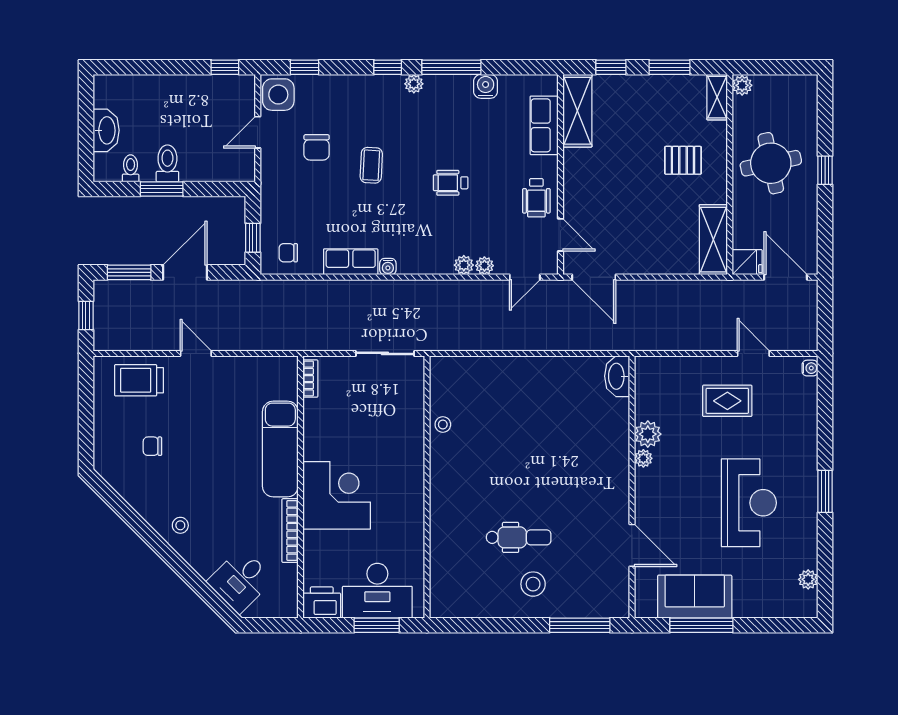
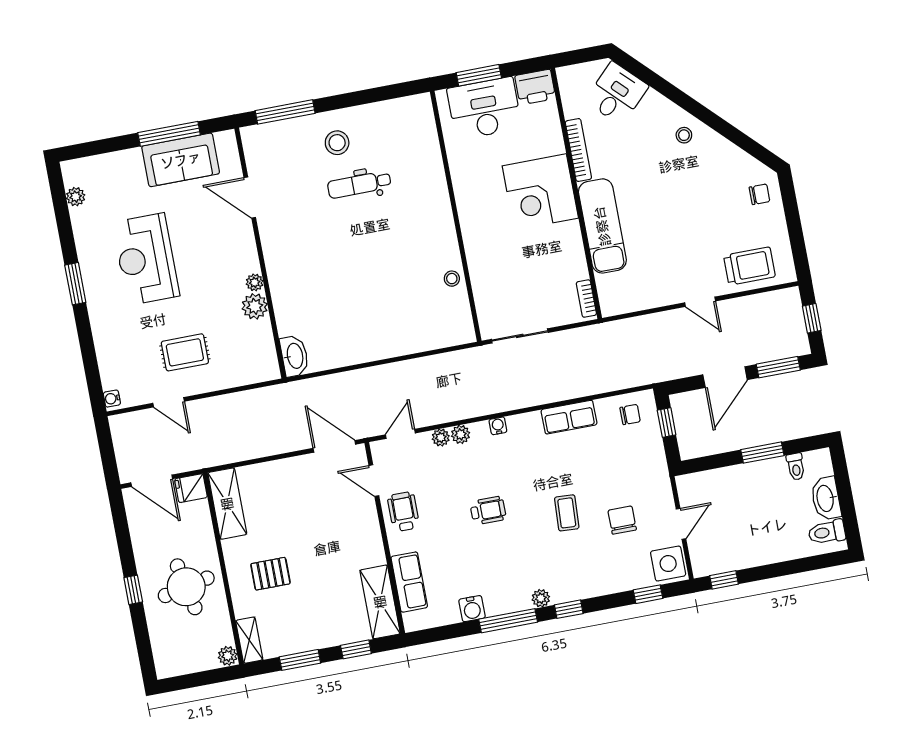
toilet: (167, 163) -> (827, 532), moved, turned 90
water cooler: (388, 267) -> (498, 426), moved
chair: (152, 446) -> (759, 194), moved

